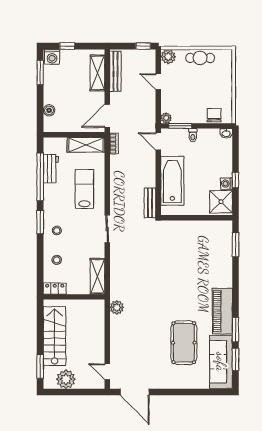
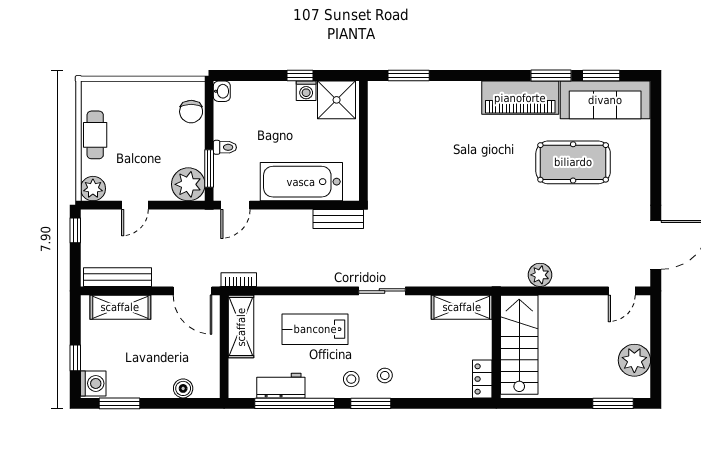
chair: (214, 115) -> (191, 112), turned -90
plant: (166, 118) -> (188, 184), width x1.87, depth x1.87
stool: (57, 260) -> (351, 379), moved
plant: (117, 307) -> (540, 275), moved
stairs: (55, 336) -> (519, 345), moved, turned 90

